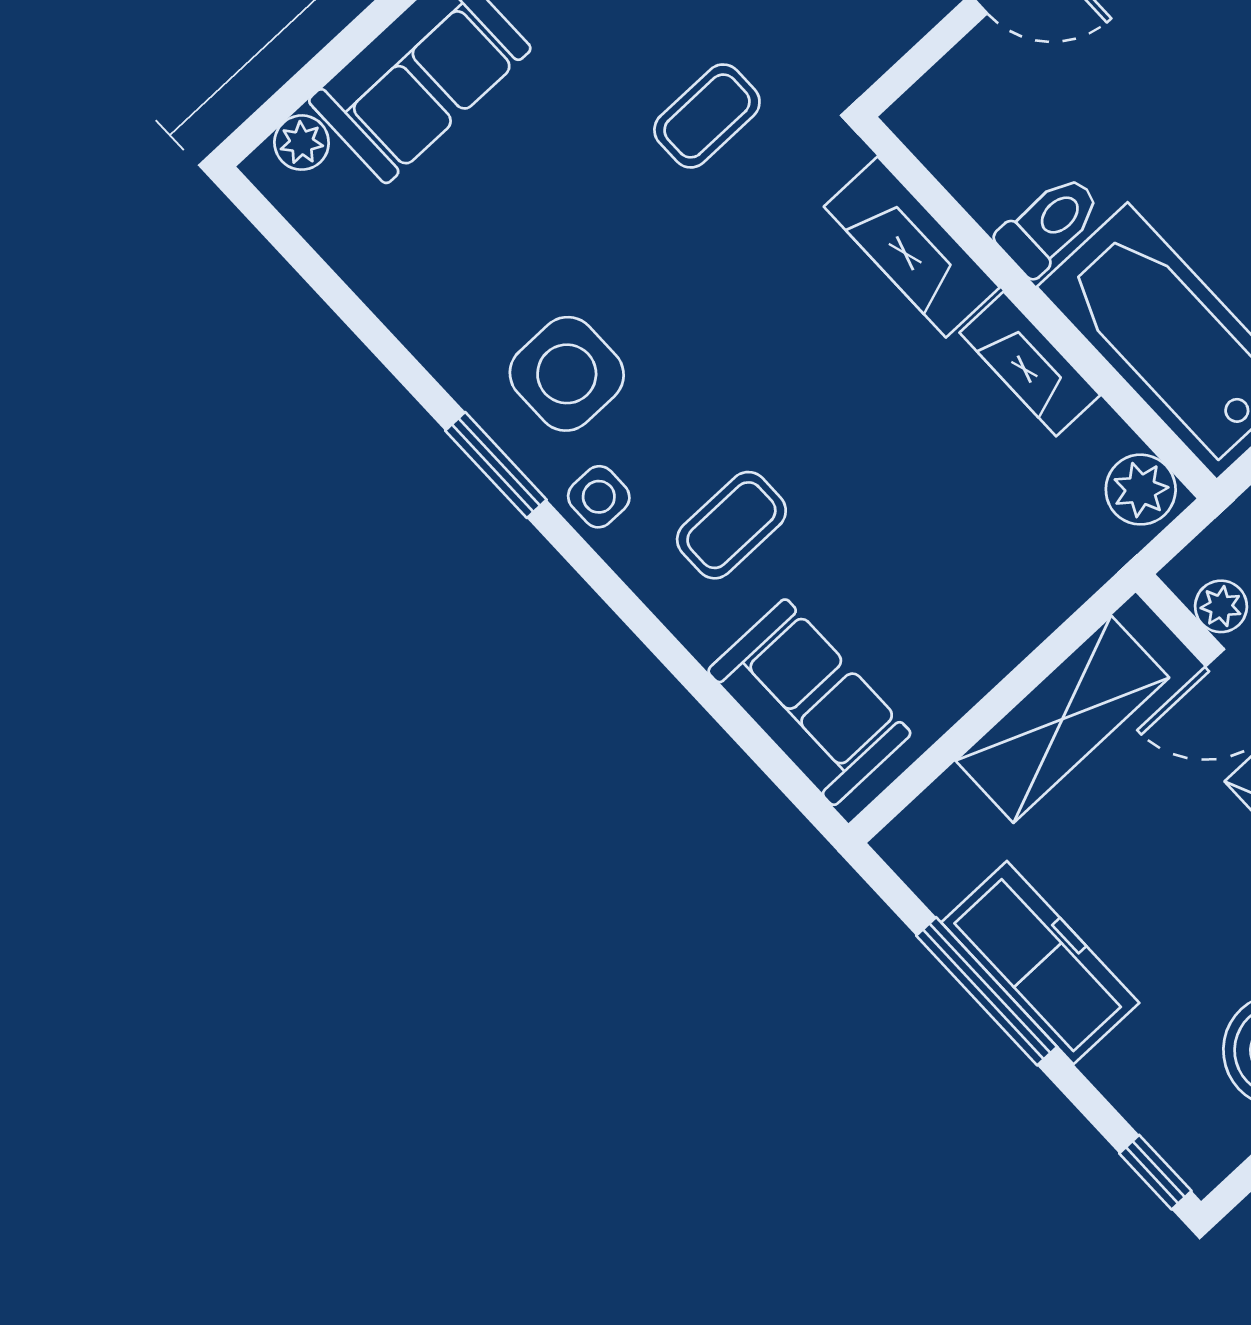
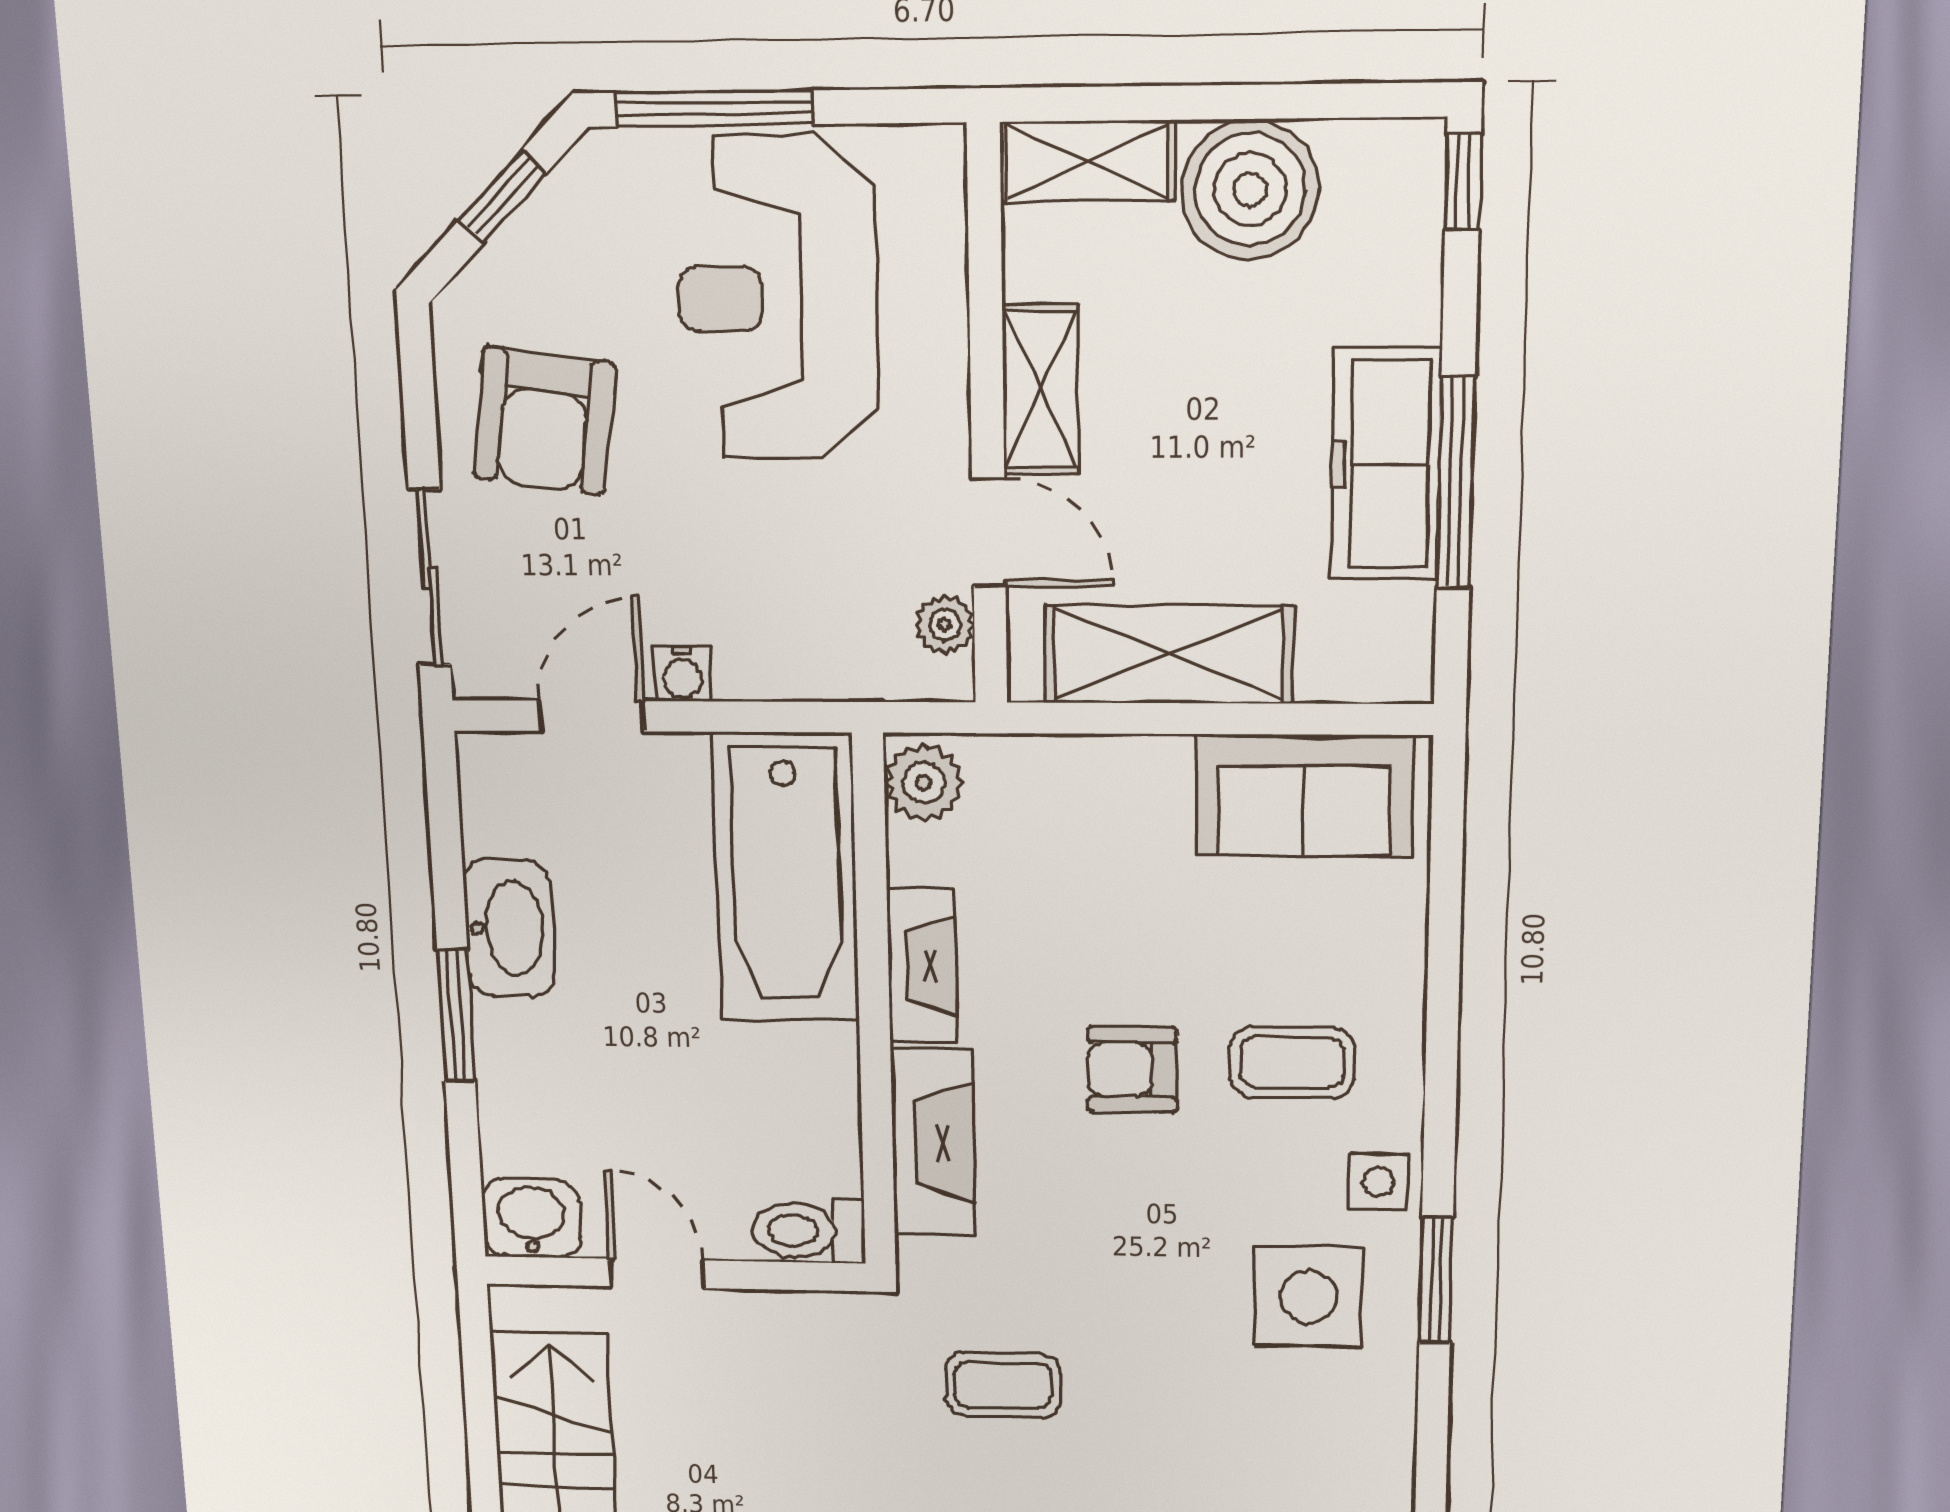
toilet: (1049, 225) -> (809, 1230), moved
armchair: (829, 422) -> (1132, 1070), added
sofa: (809, 702) -> (1304, 795), moved, turned -90

